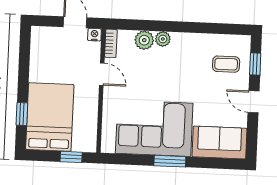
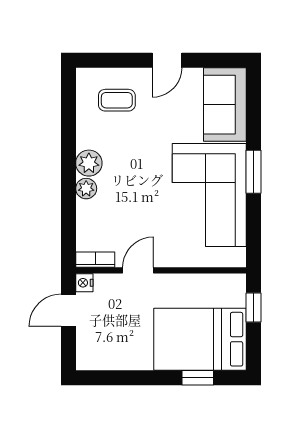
plant: (144, 40) -> (89, 163), moved
coffee table: (226, 64) -> (117, 100), turned 90
window: (255, 64) -> (115, 60), removed

